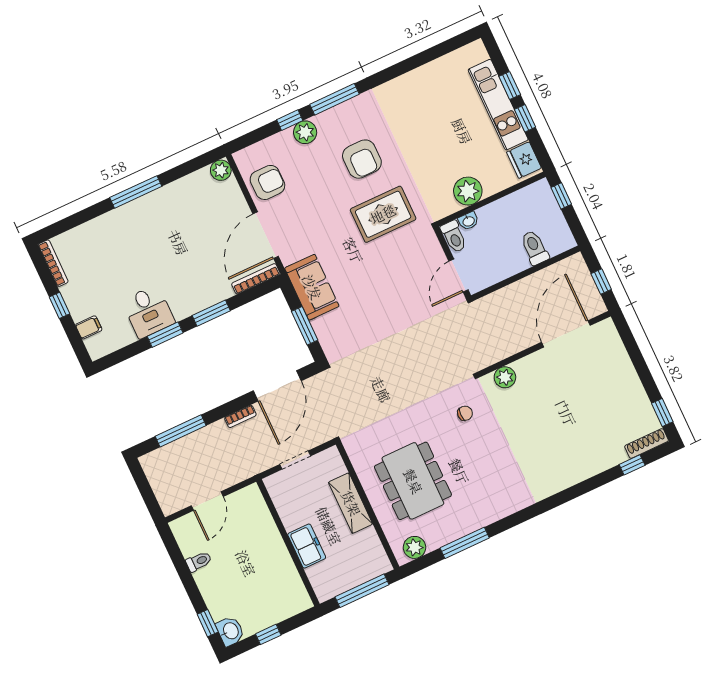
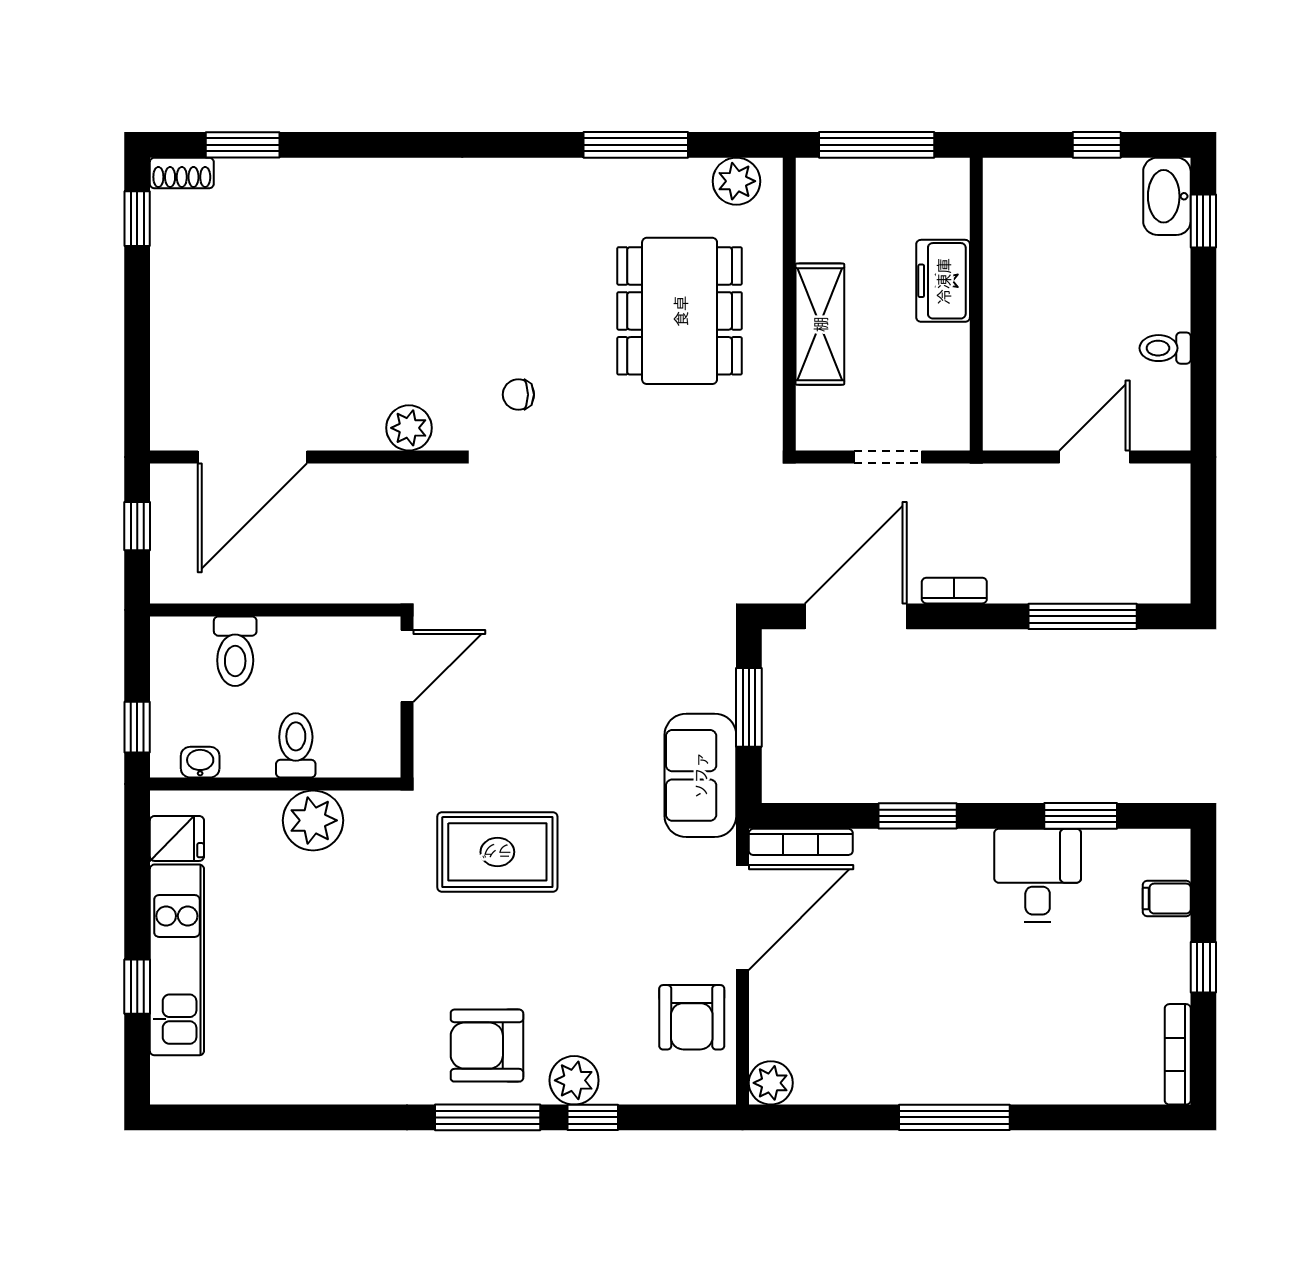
window: (525, 118) -> (137, 909), removed
armchair: (362, 159) -> (487, 1046), moved, turned -90
fridge: (524, 160) -> (177, 838), width x0.72
armchair: (267, 182) -> (692, 1017), turned -90
washbasin: (468, 221) -> (200, 762), moved
toilet: (454, 237) -> (296, 745), moved
window: (165, 335) -> (1081, 816), moved
shoe rack: (647, 443) -> (182, 173), width x0.70
window: (632, 465) -> (243, 145), width x1.50
washbasin: (230, 631) -> (1167, 196), width x1.38

